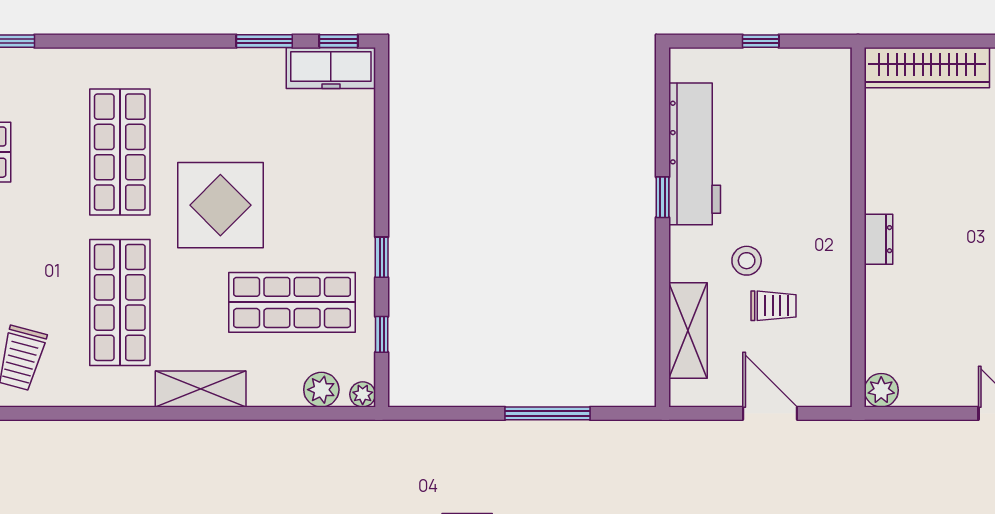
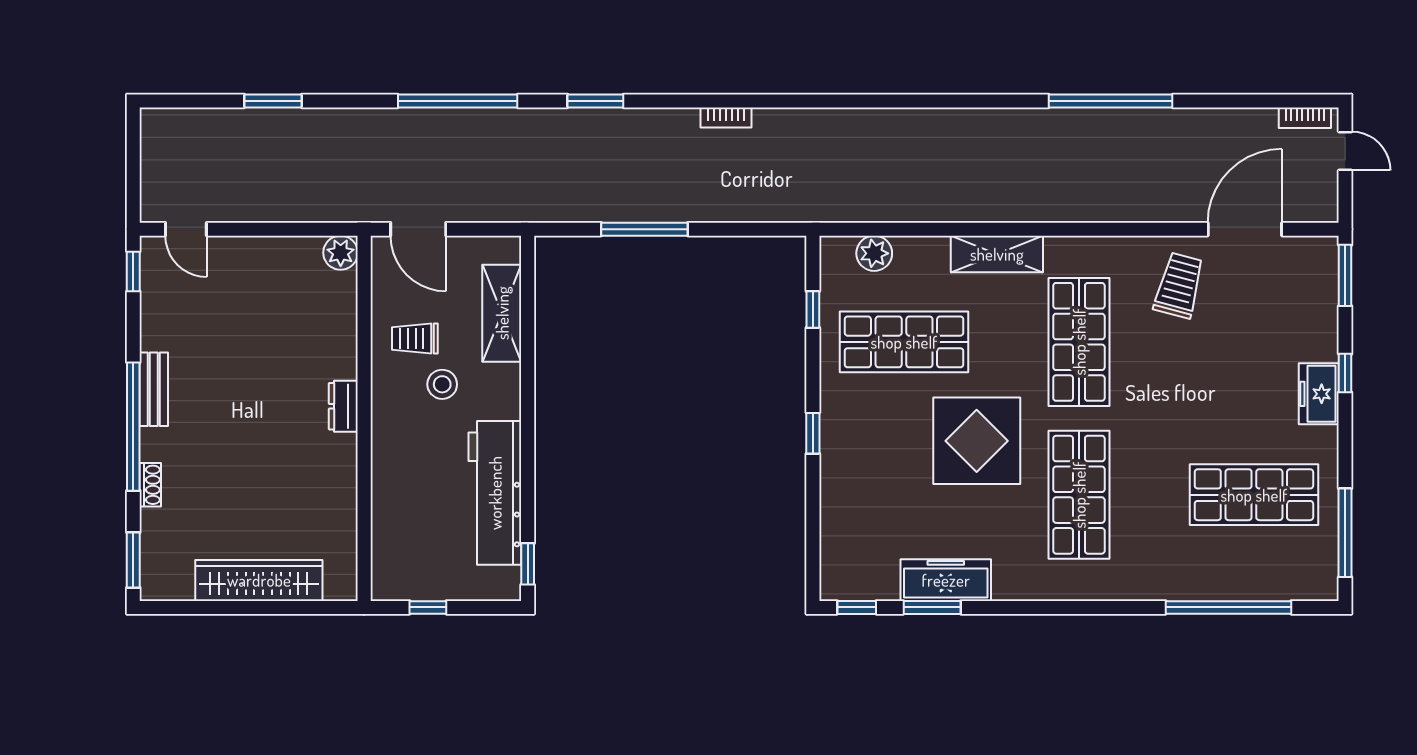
freezer: (331, 68) -> (946, 580), moved
window: (662, 197) -> (528, 564), moved
wall: (858, 227) -> (364, 418), moved
dresser: (879, 239) -> (343, 406), moved
window: (382, 257) -> (813, 433), moved
plant: (881, 390) -> (341, 253), moved
plant: (363, 394) -> (832, 248), removed

